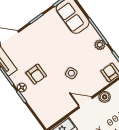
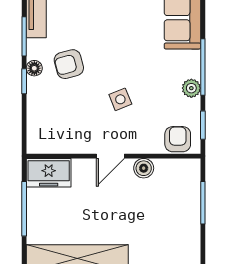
armchair: (36, 74) -> (69, 64), turned 75
door: (85, 102) -> (110, 156), swing flipped

